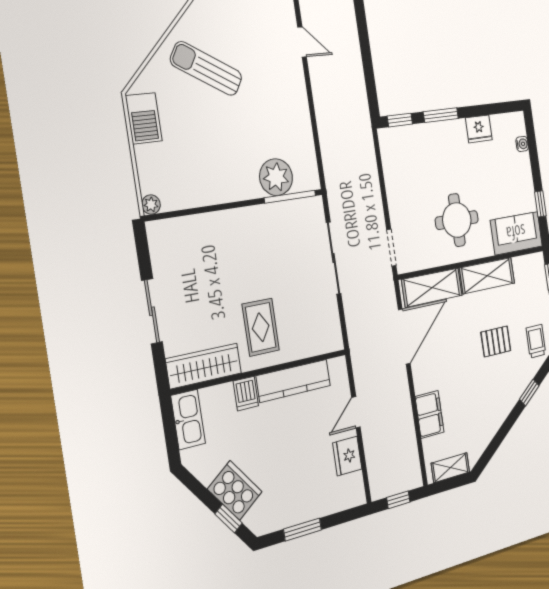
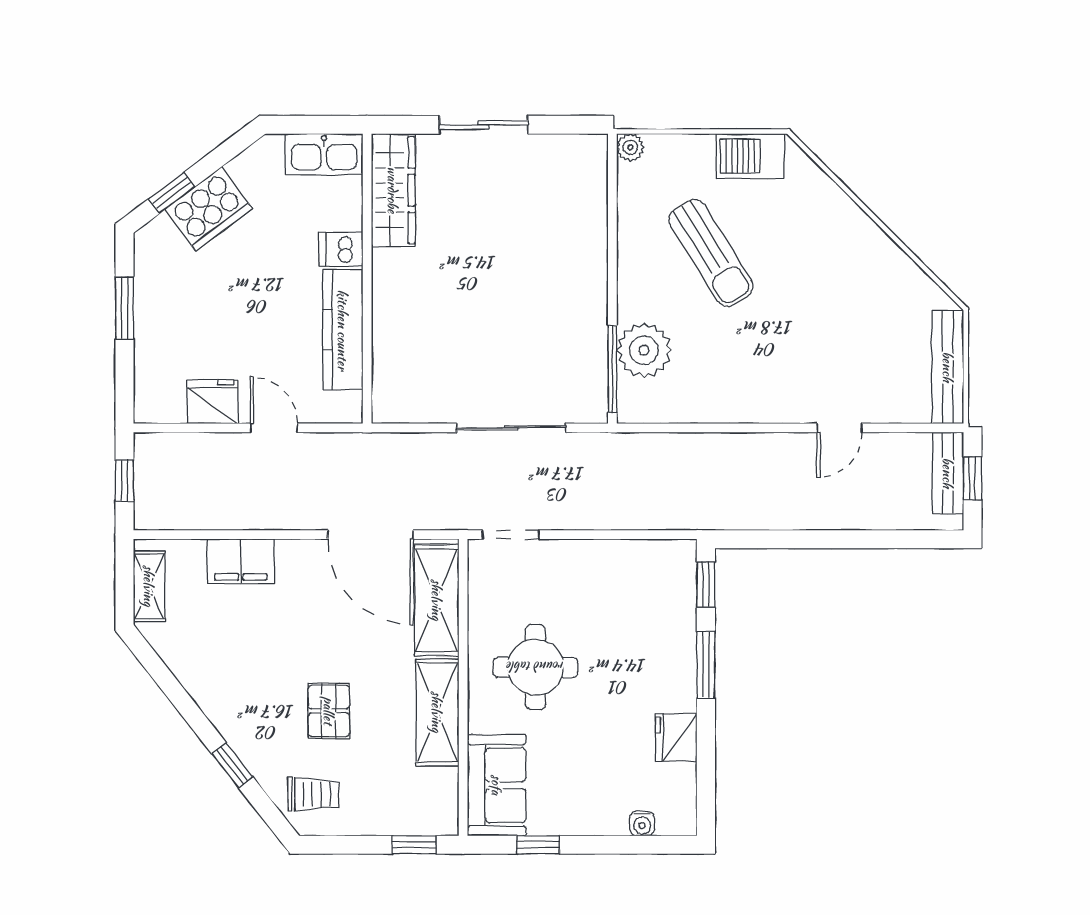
sun lounger: (206, 69) -> (711, 253), moved, turned 117
rug: (261, 327) -> (431, 289), removed

